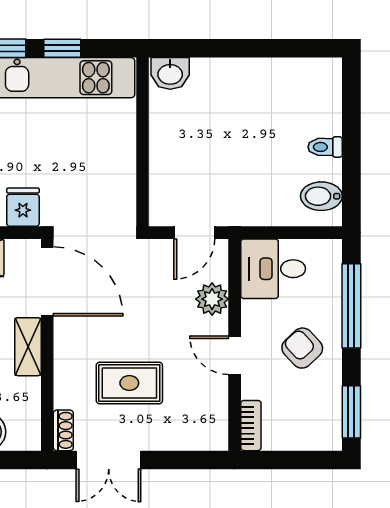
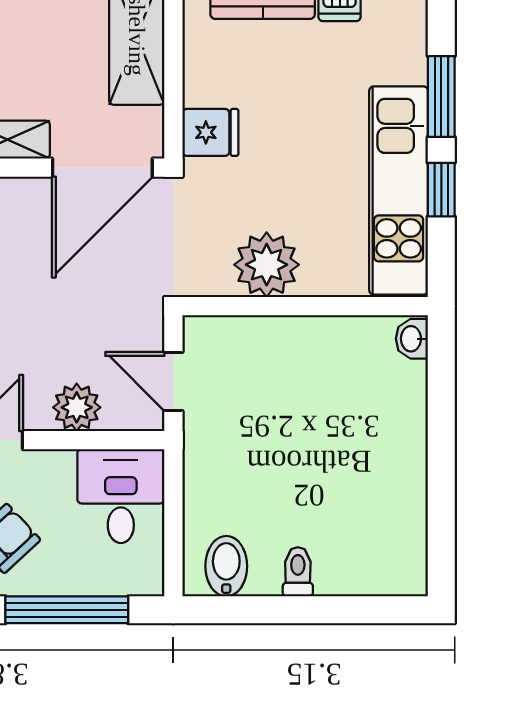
washbasin: (170, 73) -> (412, 339), width x0.72, depth x0.69
plant: (114, 168) -> (267, 265), added

